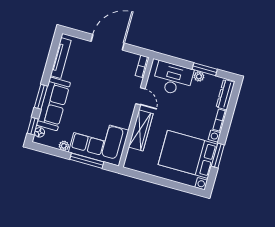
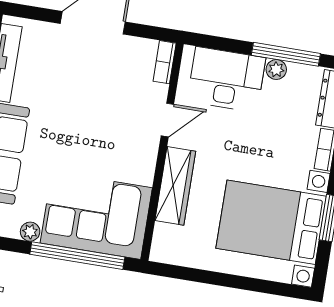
window: (205, 69) -> (286, 54), width x1.44
door: (140, 96) -> (167, 120), hinge flipped
window: (87, 161) -> (77, 256), width x1.46

